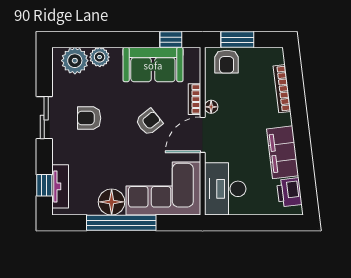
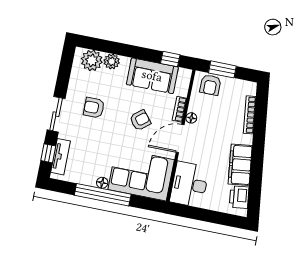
sliding door: (44, 118) -> (56, 114), moved
floor lamp: (112, 202) -> (102, 183), width x0.53, depth x0.53

